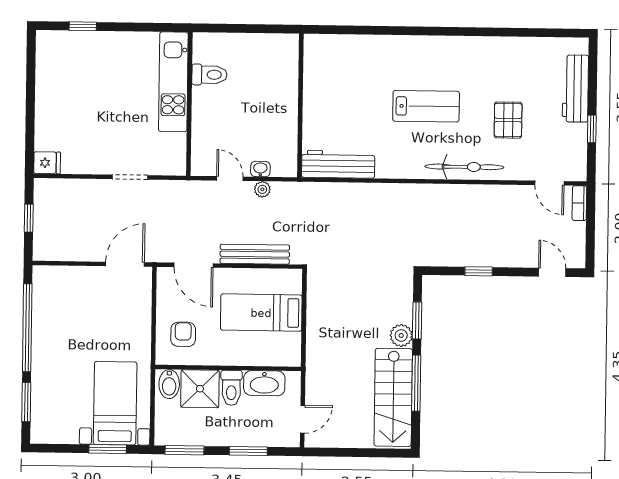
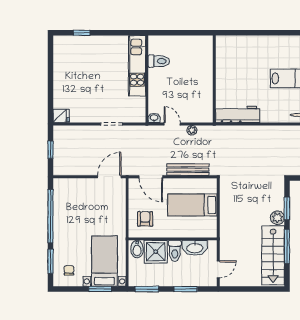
washbasin: (260, 169) -> (154, 118), moved
chair: (56, 418) -> (69, 270), added

